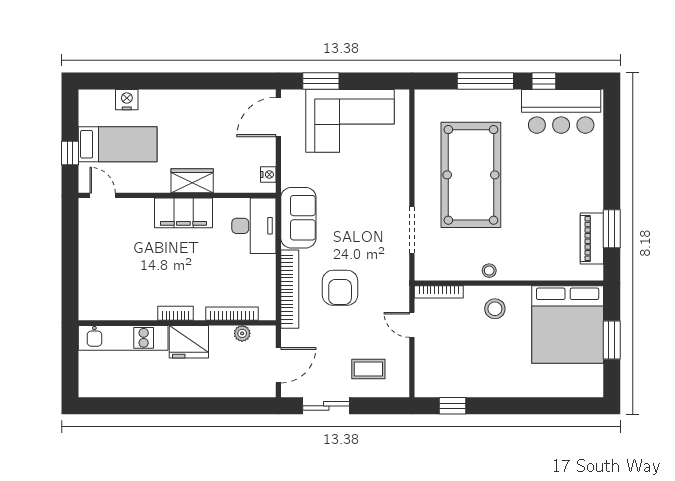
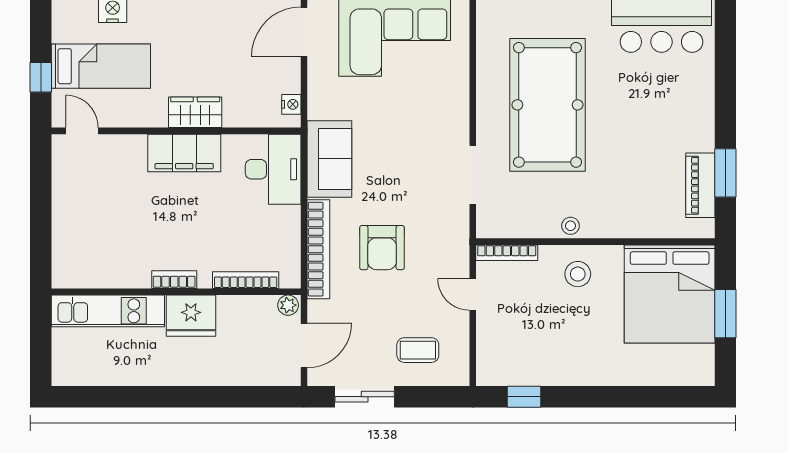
plant: (242, 333) -> (288, 305), moved

